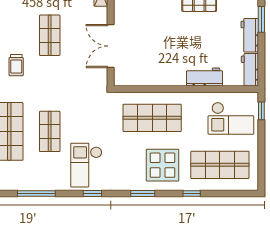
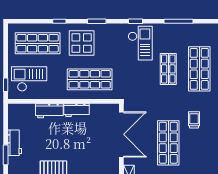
shop shelf: (50, 35) -> (168, 143), width x1.43, depth x1.36
double door: (111, 46) -> (121, 134), width x1.36
workbench: (250, 70) -> (77, 110), moved, turned 90

